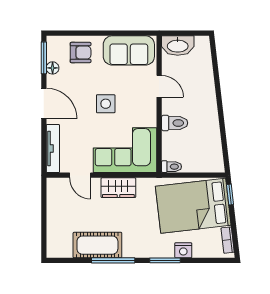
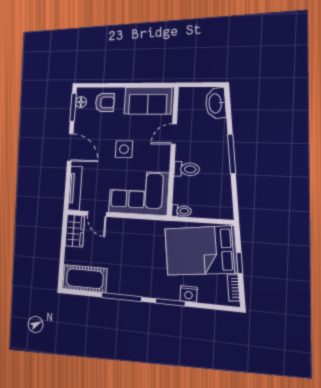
washbasin: (178, 46) -> (216, 103), moved, turned 83
floor lamp: (53, 68) -> (81, 102), moved
door: (159, 86) -> (174, 134), swing flipped
window: (220, 105) -> (232, 154), added
wardrobe: (118, 188) -> (75, 231), moved, turned -90
window: (230, 195) -> (240, 263), moved
cot: (97, 245) -> (85, 279), moved

